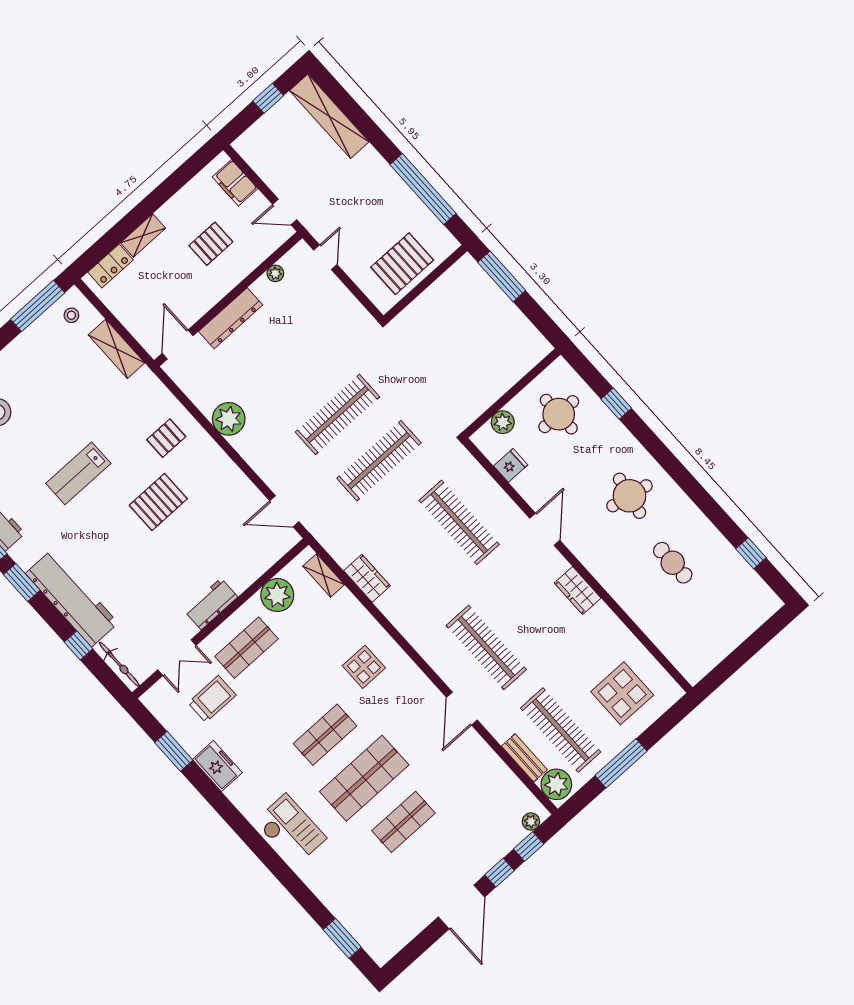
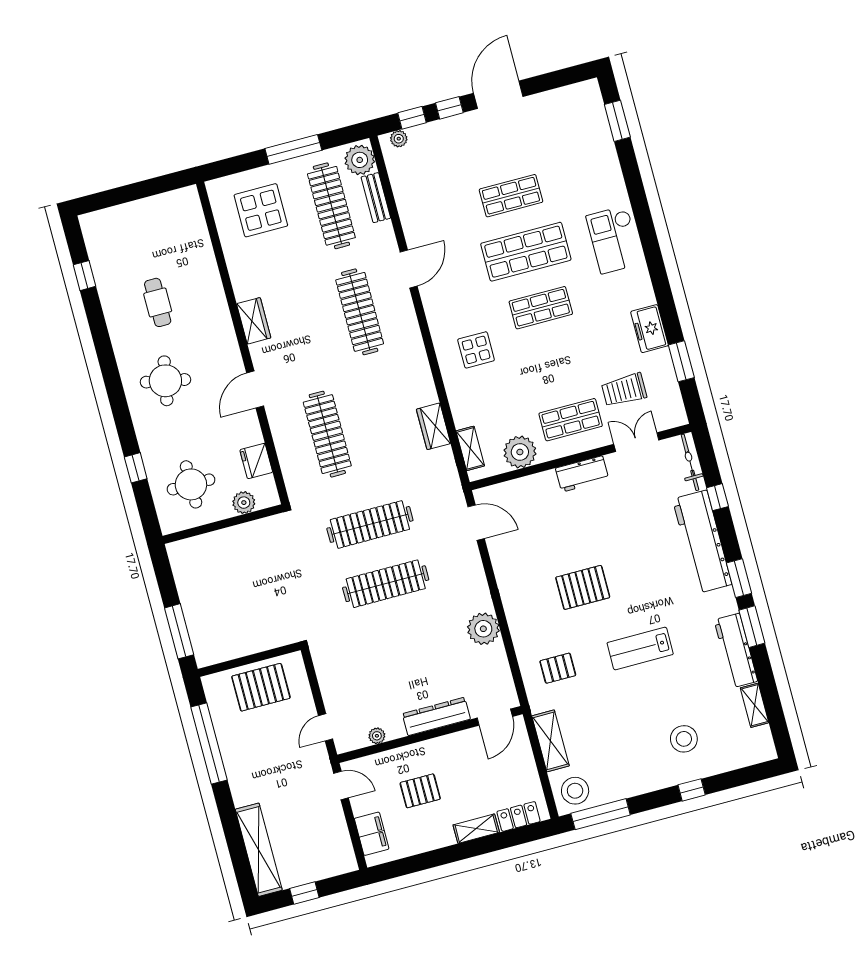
stool: (71, 315) -> (575, 791), width x1.89, depth x1.89
pallet: (166, 438) -> (558, 668), moved
fridge: (511, 465) -> (256, 461), width x1.38
lab bench: (78, 473) -> (640, 648), turned 180

